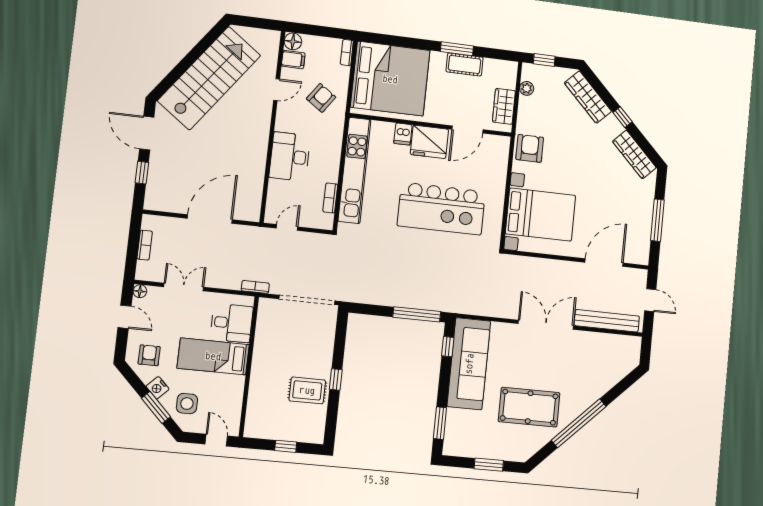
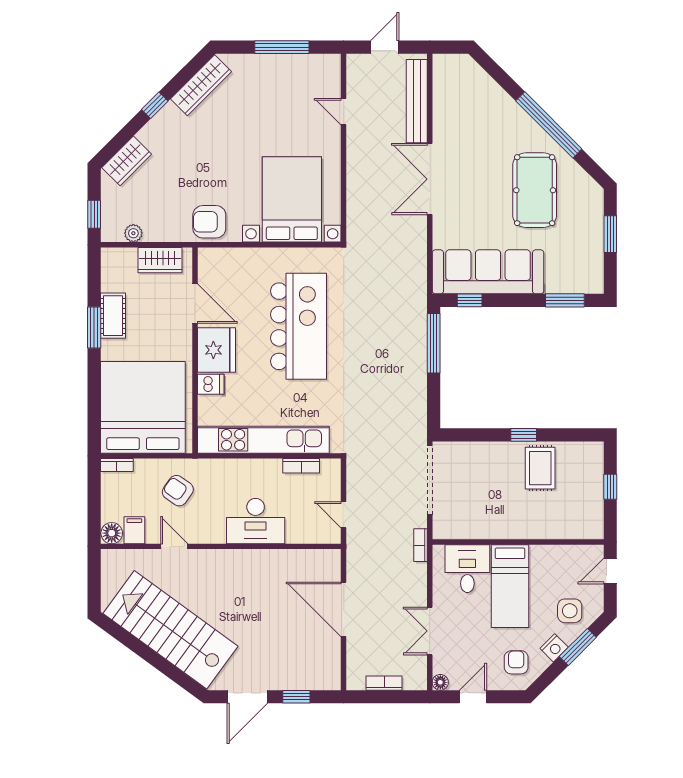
wardrobe: (588, 97) -> (127, 161), width x0.67
door: (604, 263) -> (344, 112), width x0.53
armchair: (149, 355) -> (516, 662), turned 90

